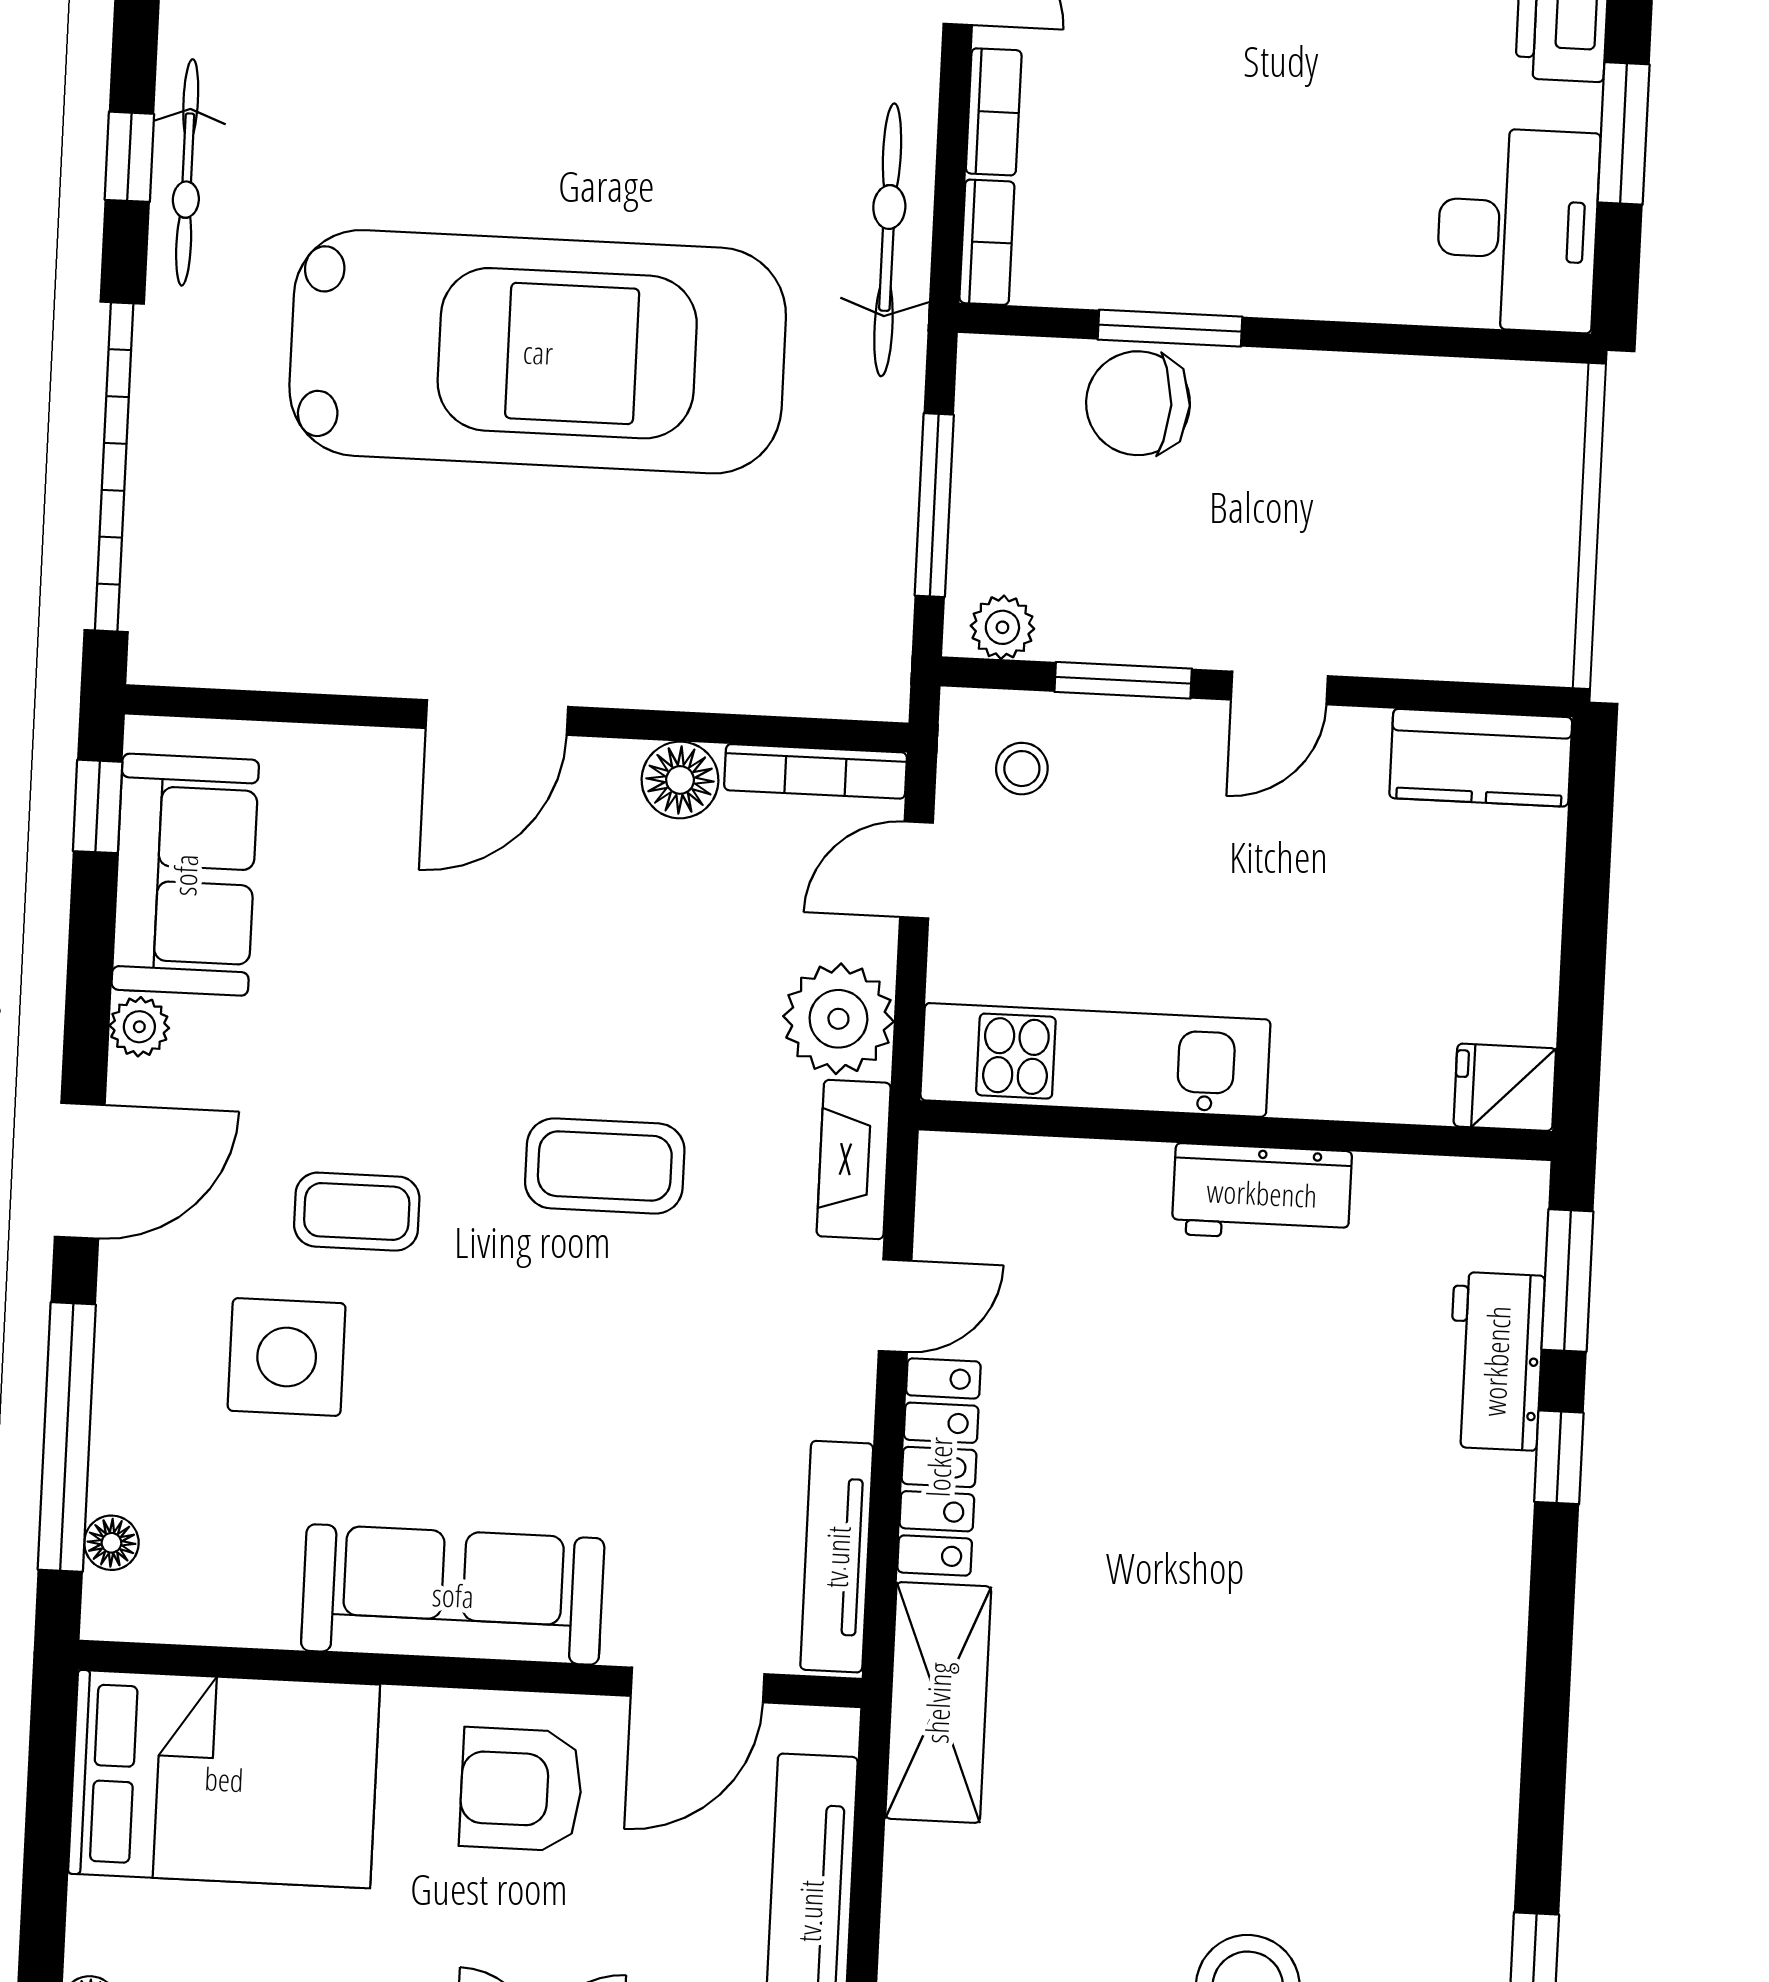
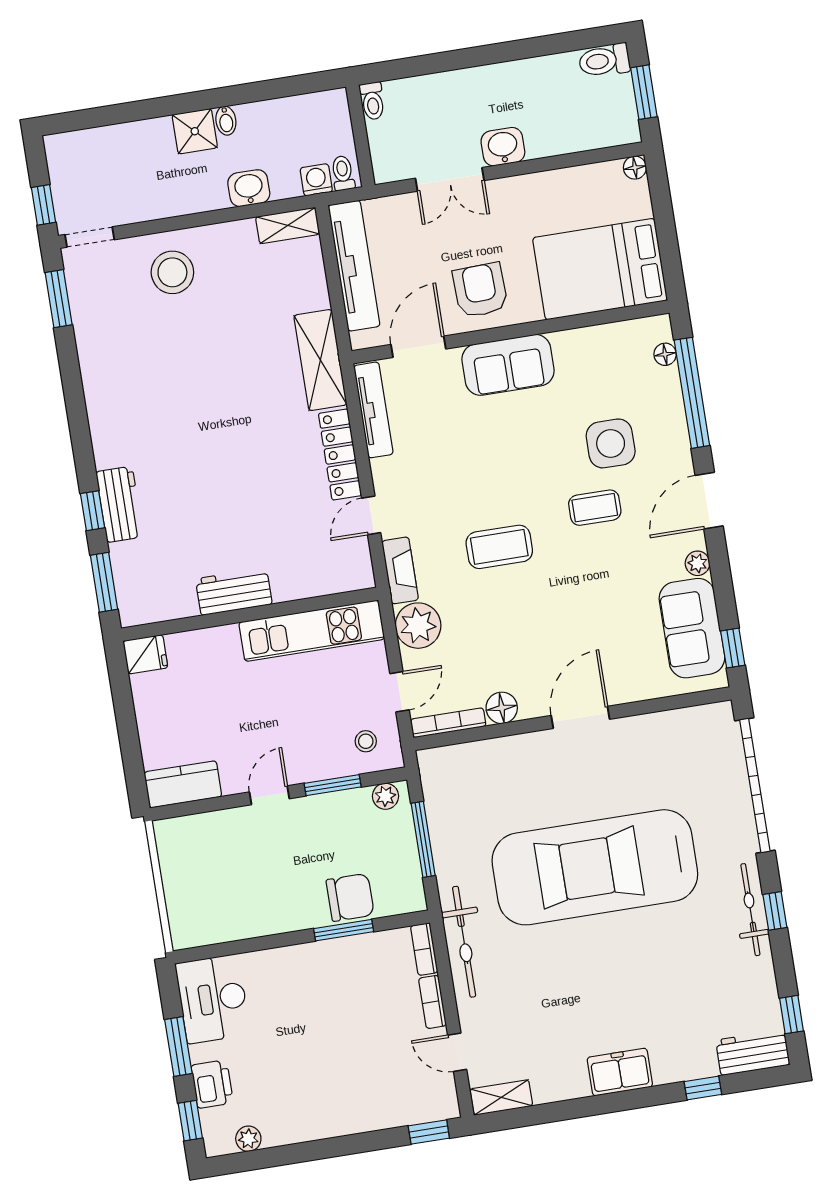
workbench: (1496, 1361) -> (120, 504), moved
sofa: (453, 1595) -> (508, 365), width x0.73
armchair: (521, 1789) -> (480, 290), turned -92

